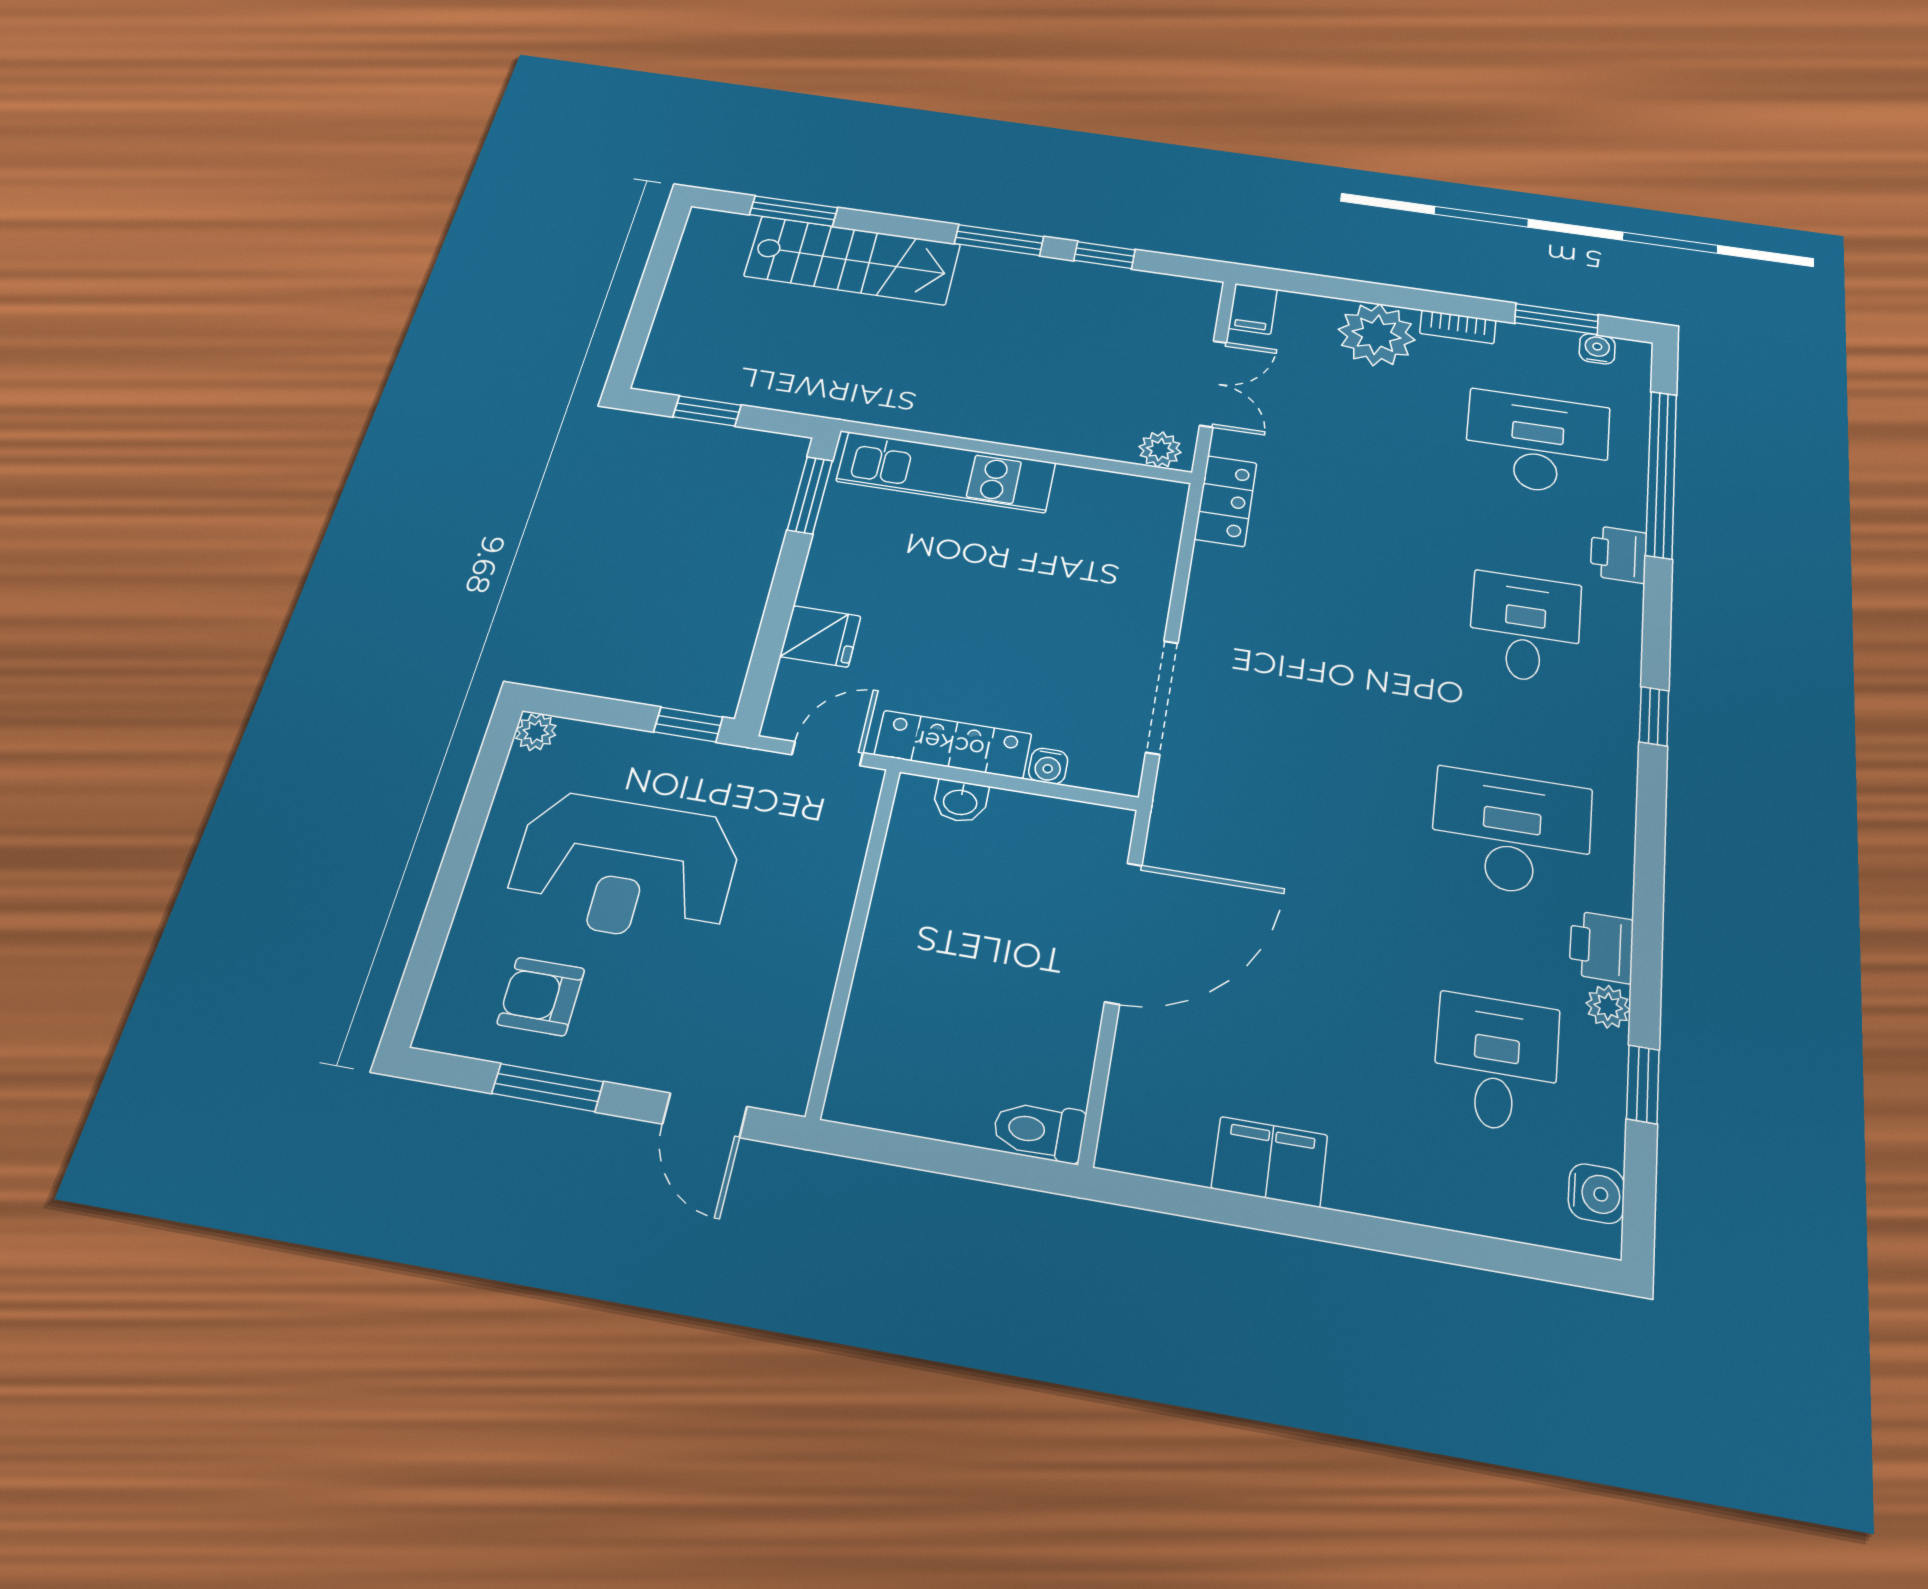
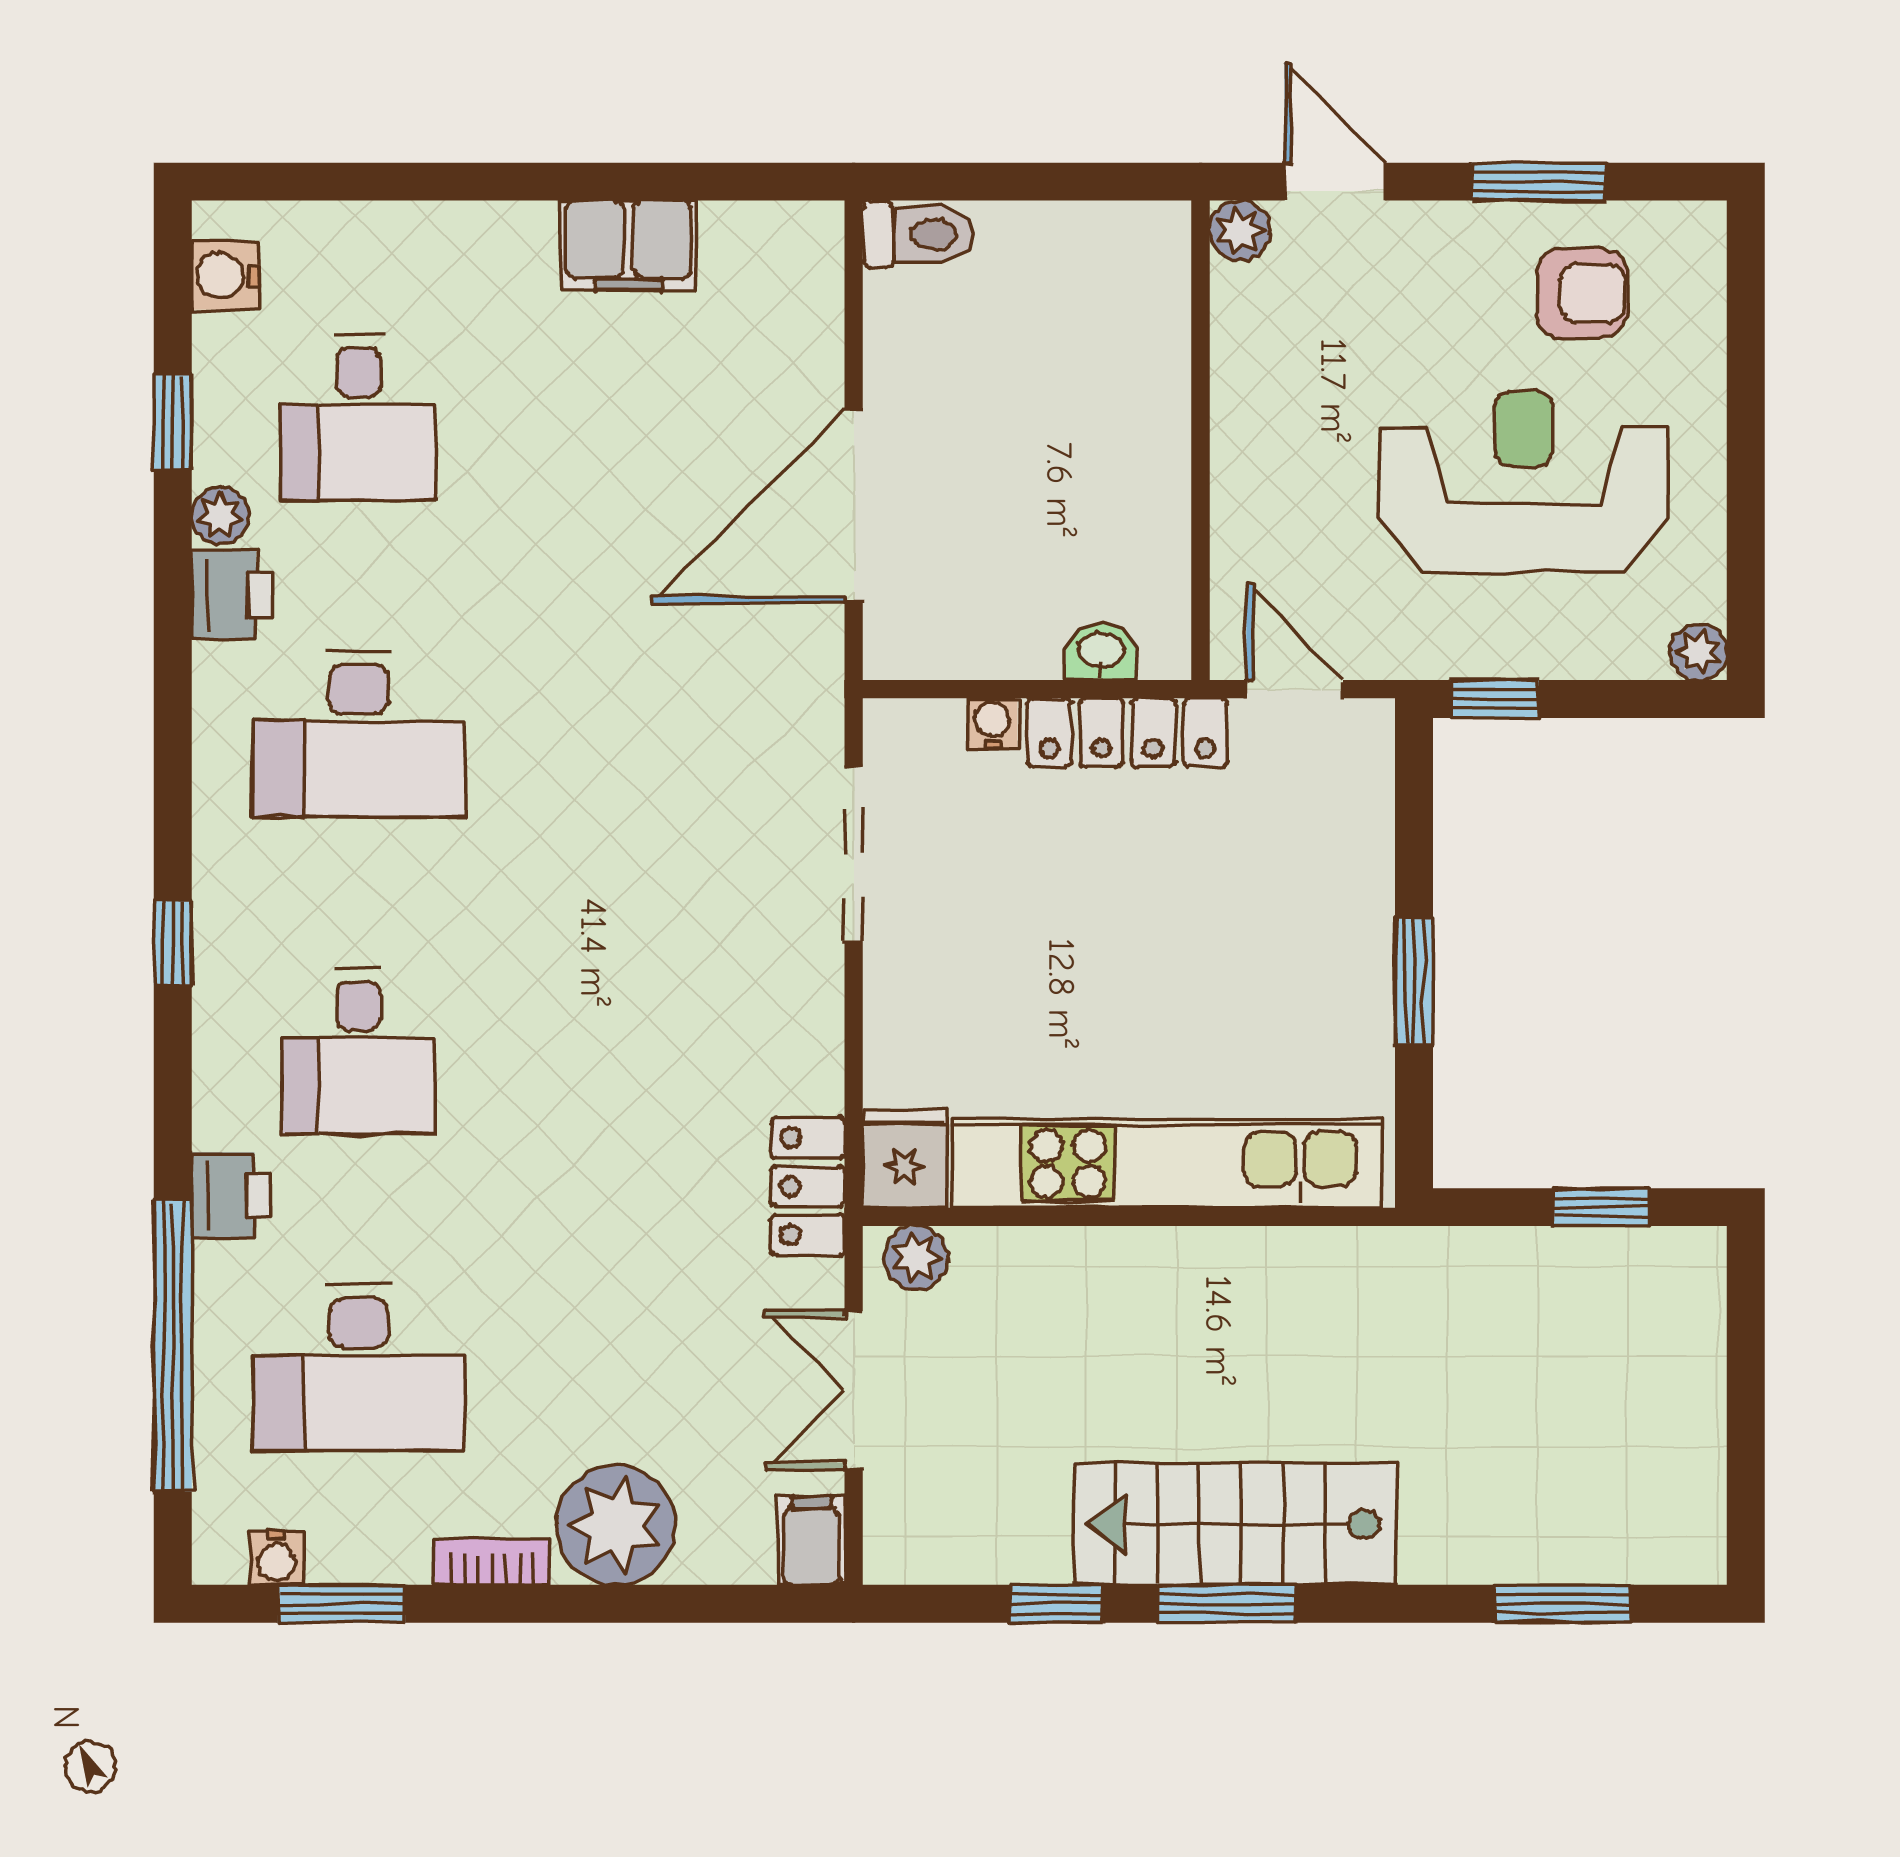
stairs: (853, 260) -> (1235, 1524), moved
kitchen unit: (946, 472) -> (1167, 1163), width x1.36
window: (810, 495) -> (1414, 981), moved
fridge: (820, 636) -> (904, 1158), moved, turned 90
door: (827, 754) -> (1295, 689), swing flipped
plant: (788, 1090) -> (1240, 231), added

